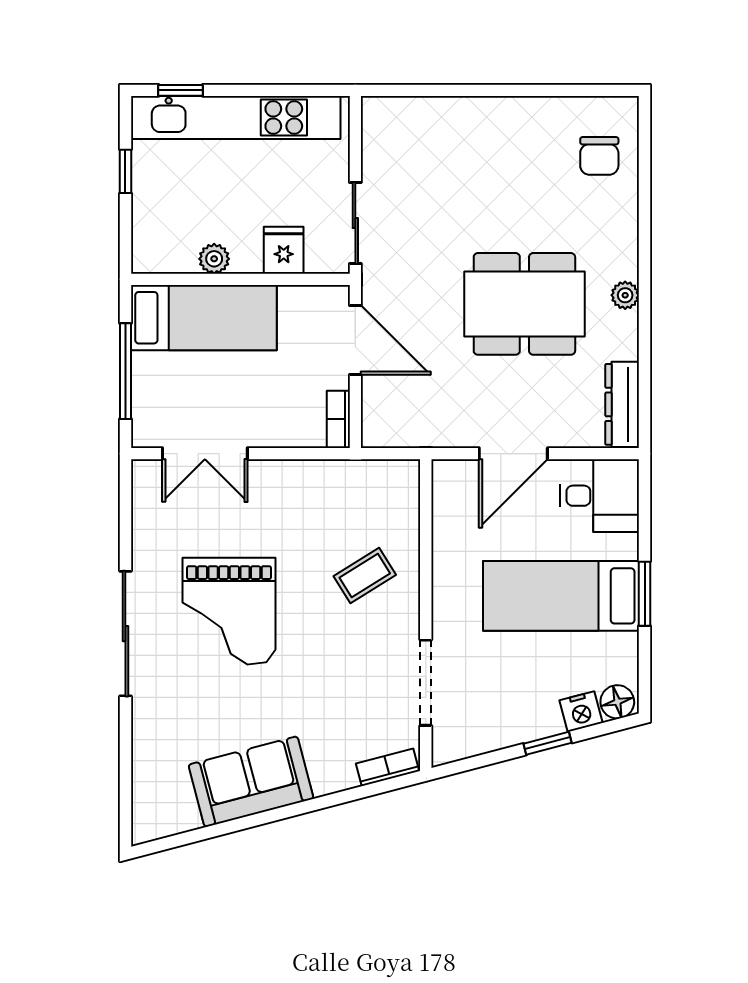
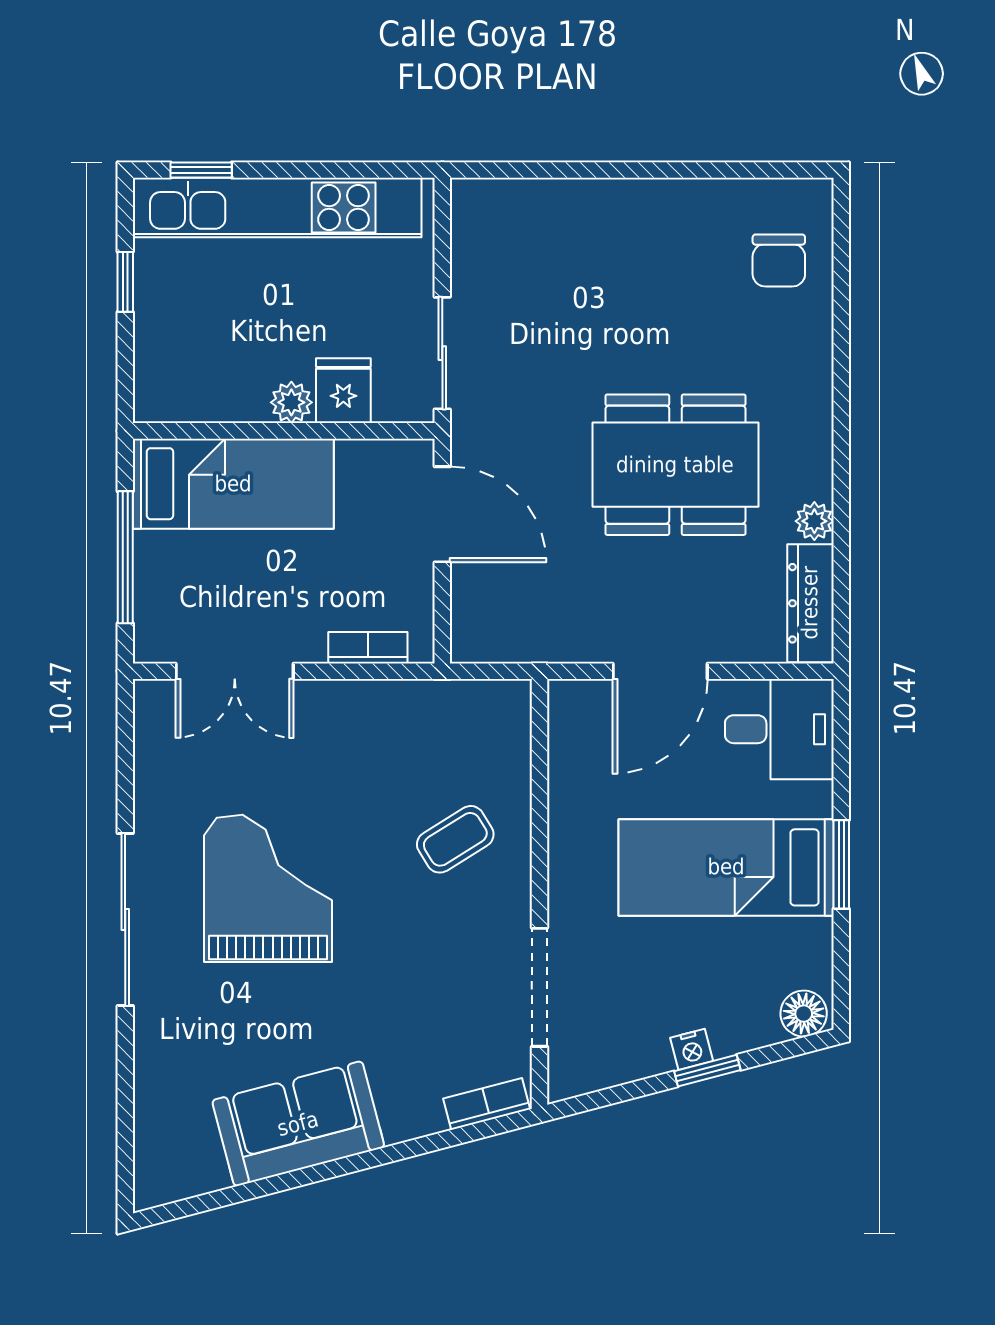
plant: (214, 259) -> (291, 402), moved
plant: (625, 295) -> (814, 521), moved
bookcase: (338, 419) -> (368, 648), moved, turned 90
grand piano: (229, 611) -> (268, 888), turned 180
nightstand: (581, 712) -> (692, 1049), moved, width x0.72, depth x0.74

